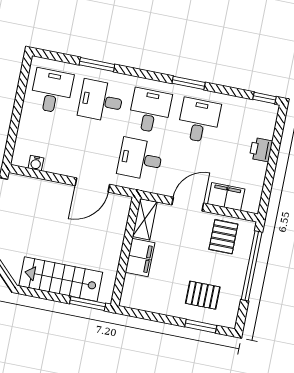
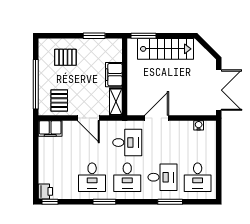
printer: (261, 150) -> (45, 191), moved
filing cabinet: (226, 197) -> (50, 129), moved
door: (188, 204) -> (88, 118), hinge flipped
window: (201, 326) -> (94, 36), moved

